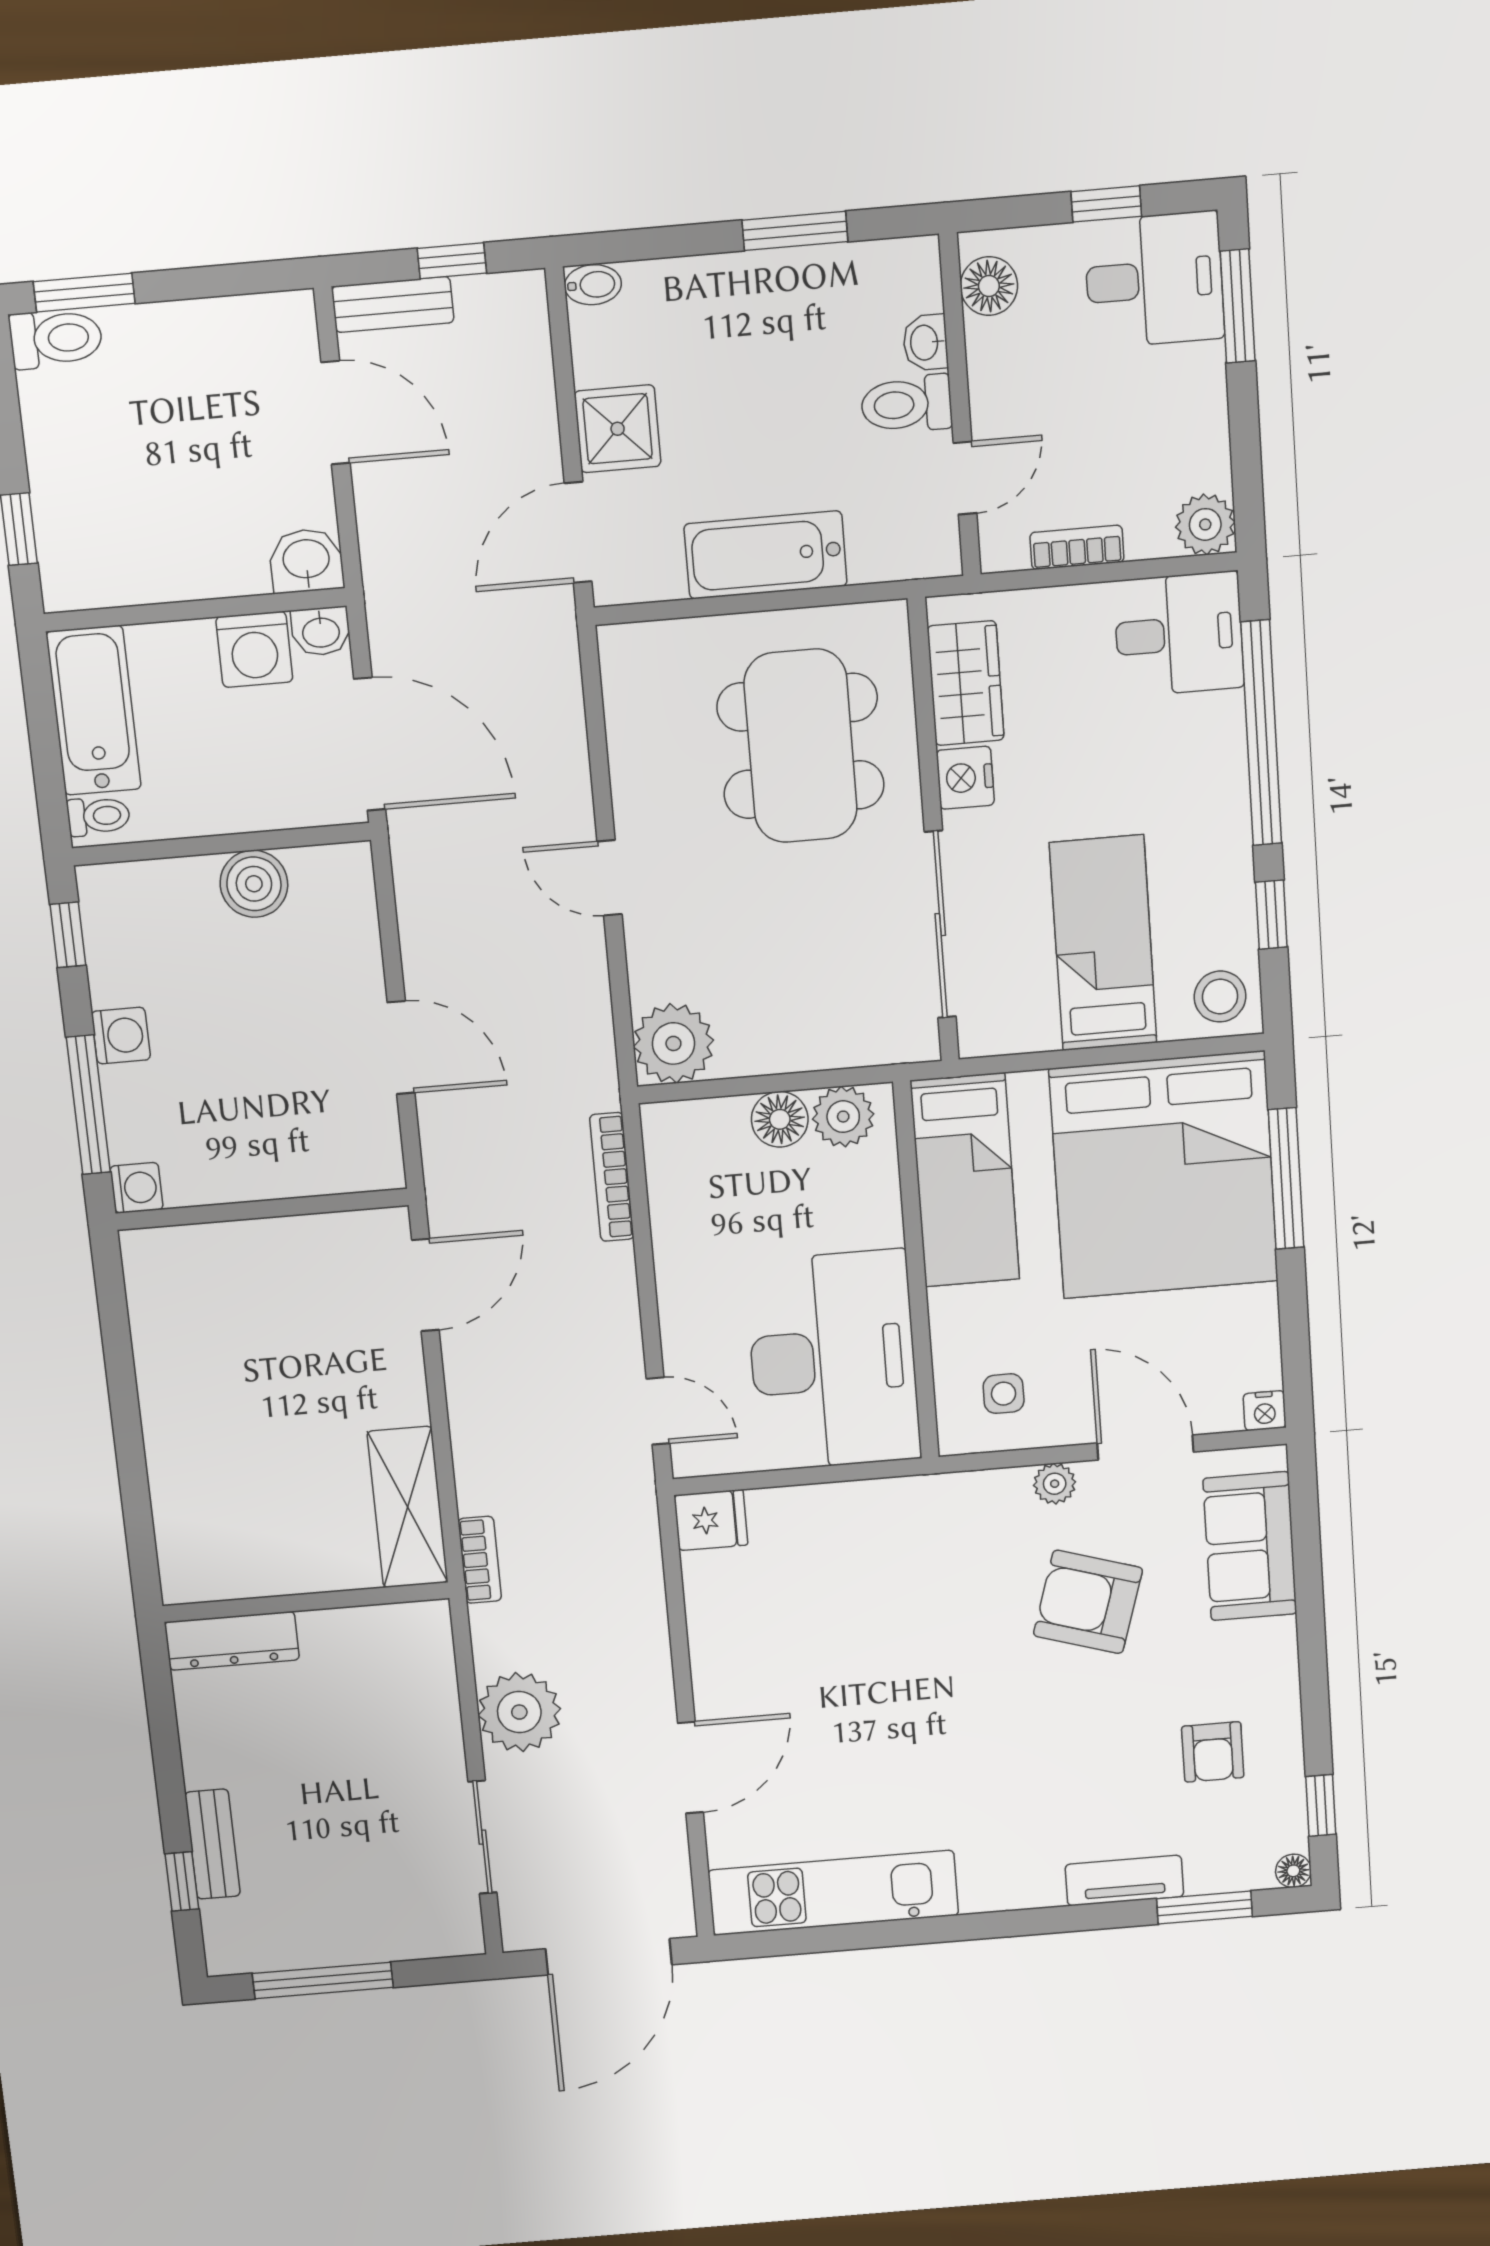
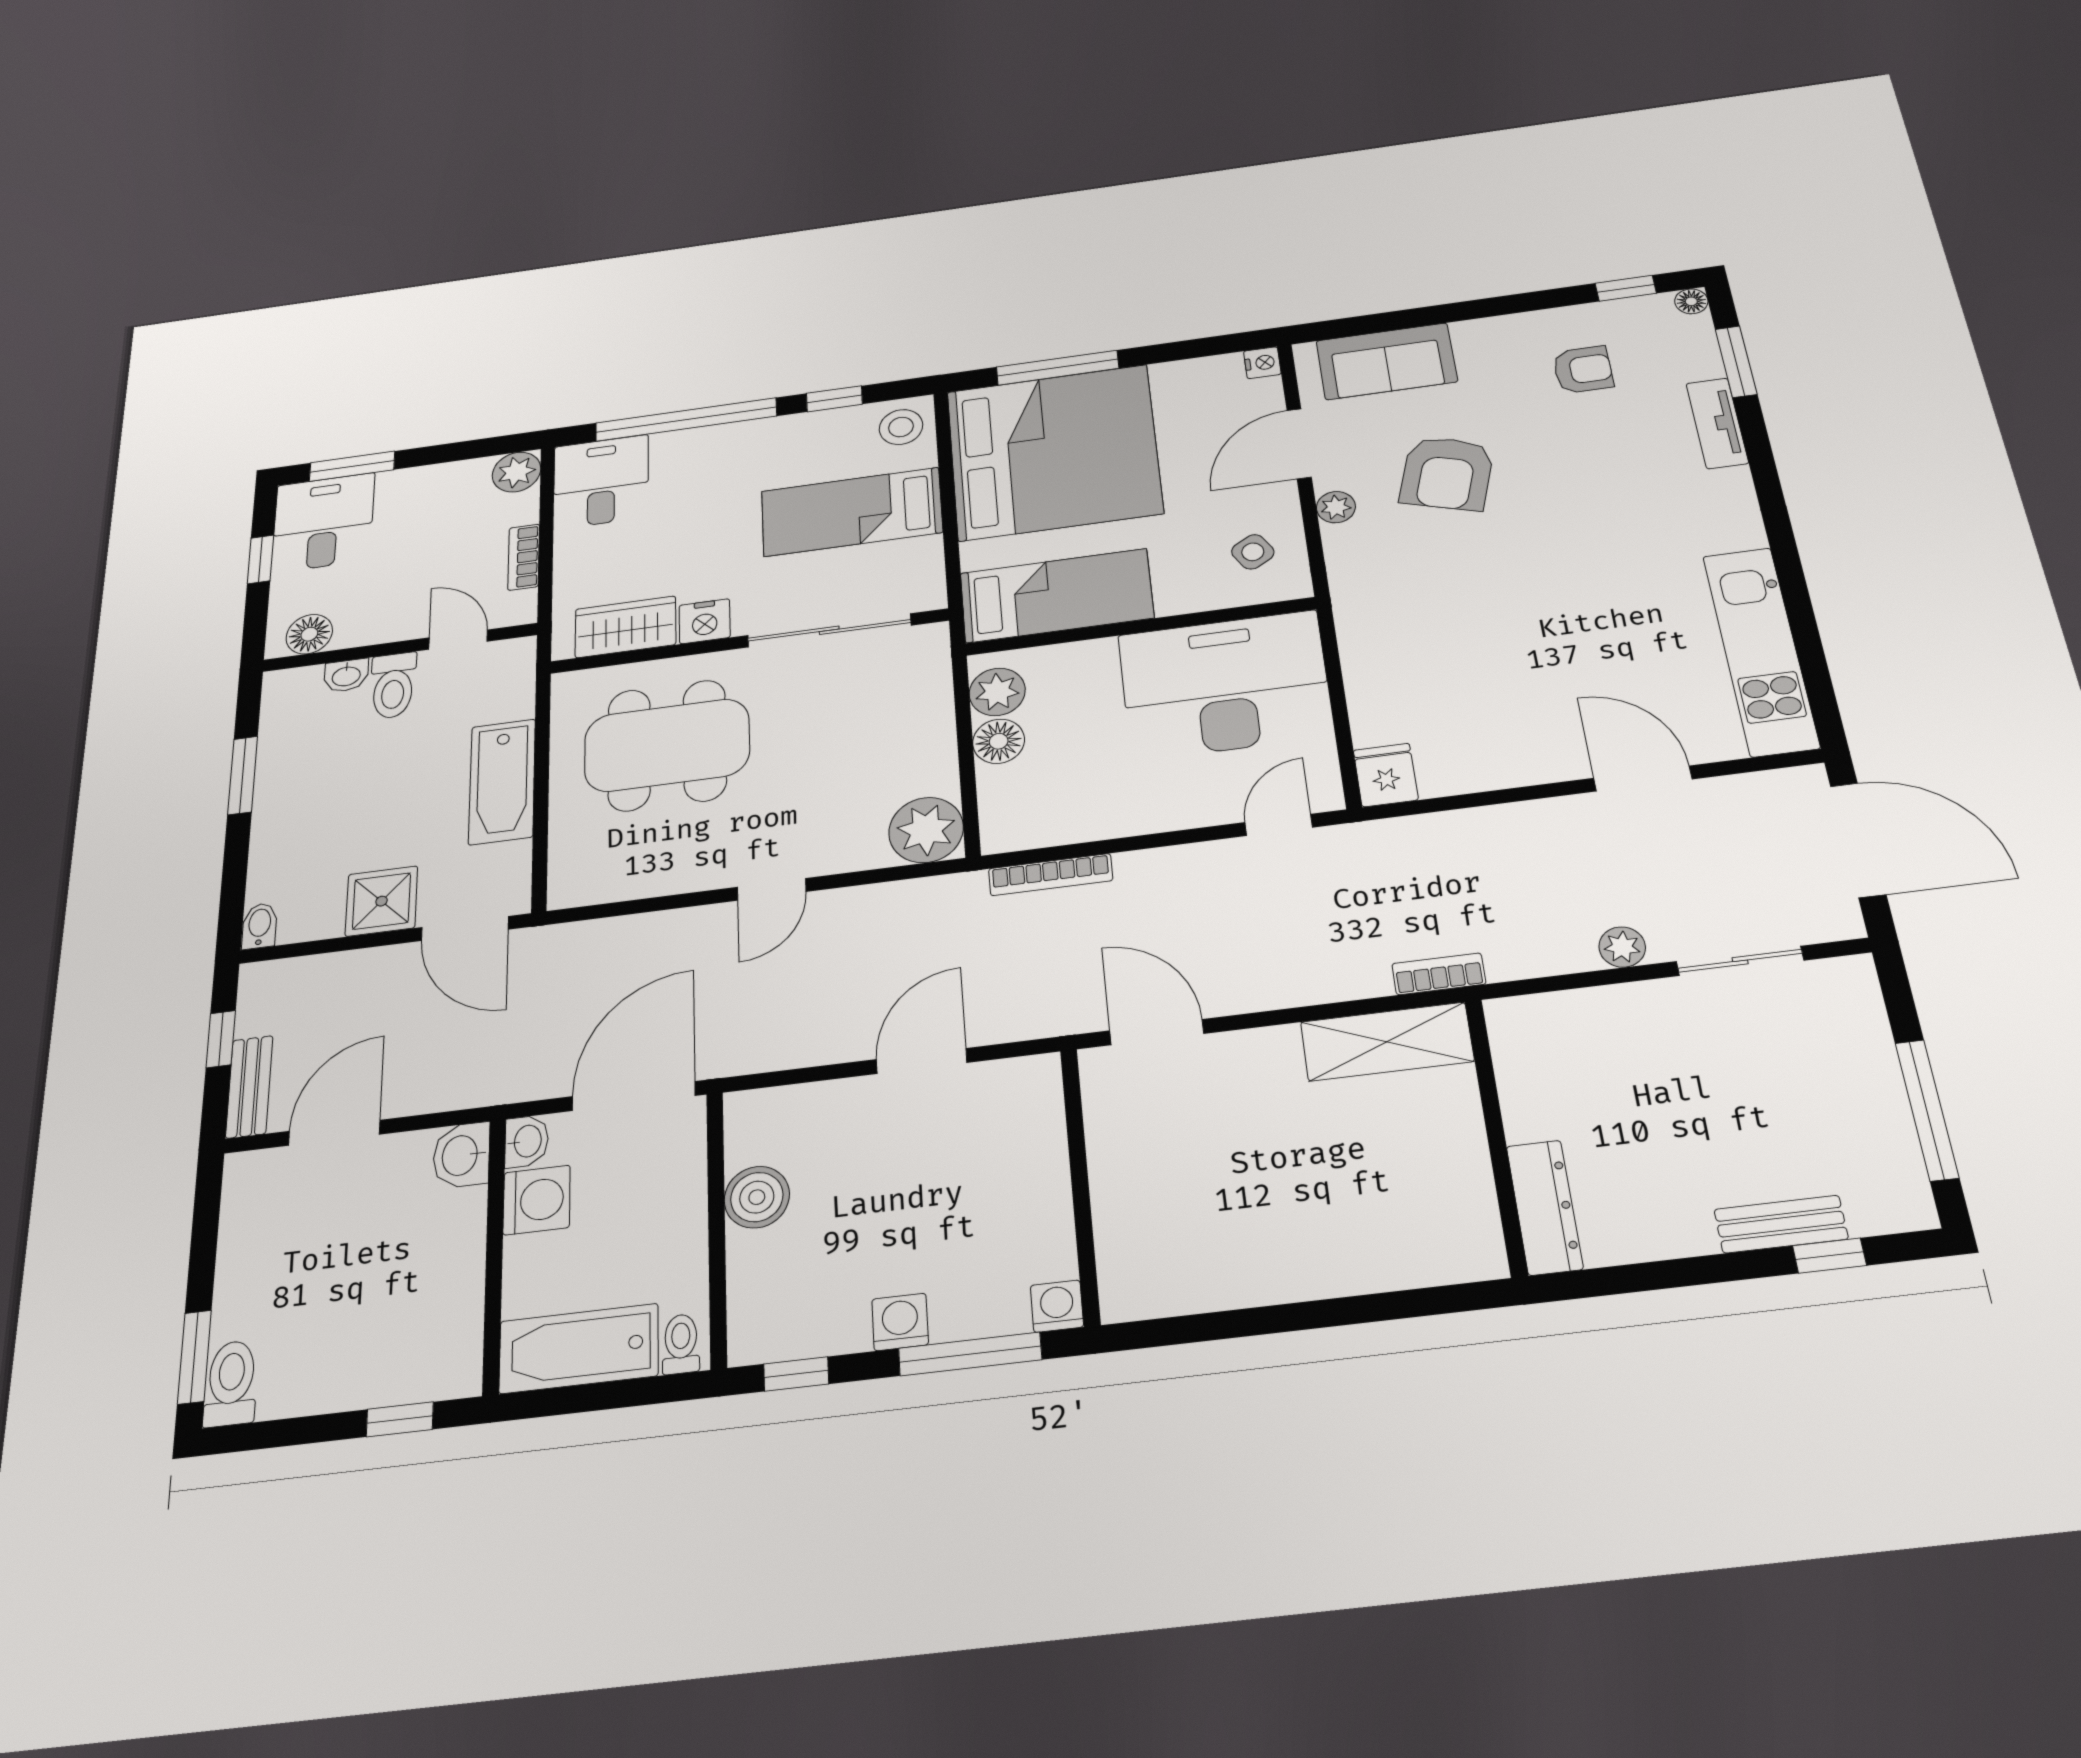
side table: (1004, 1394) -> (1253, 552), turned -31
plant: (519, 1712) -> (1622, 947), width x0.53, depth x0.53

